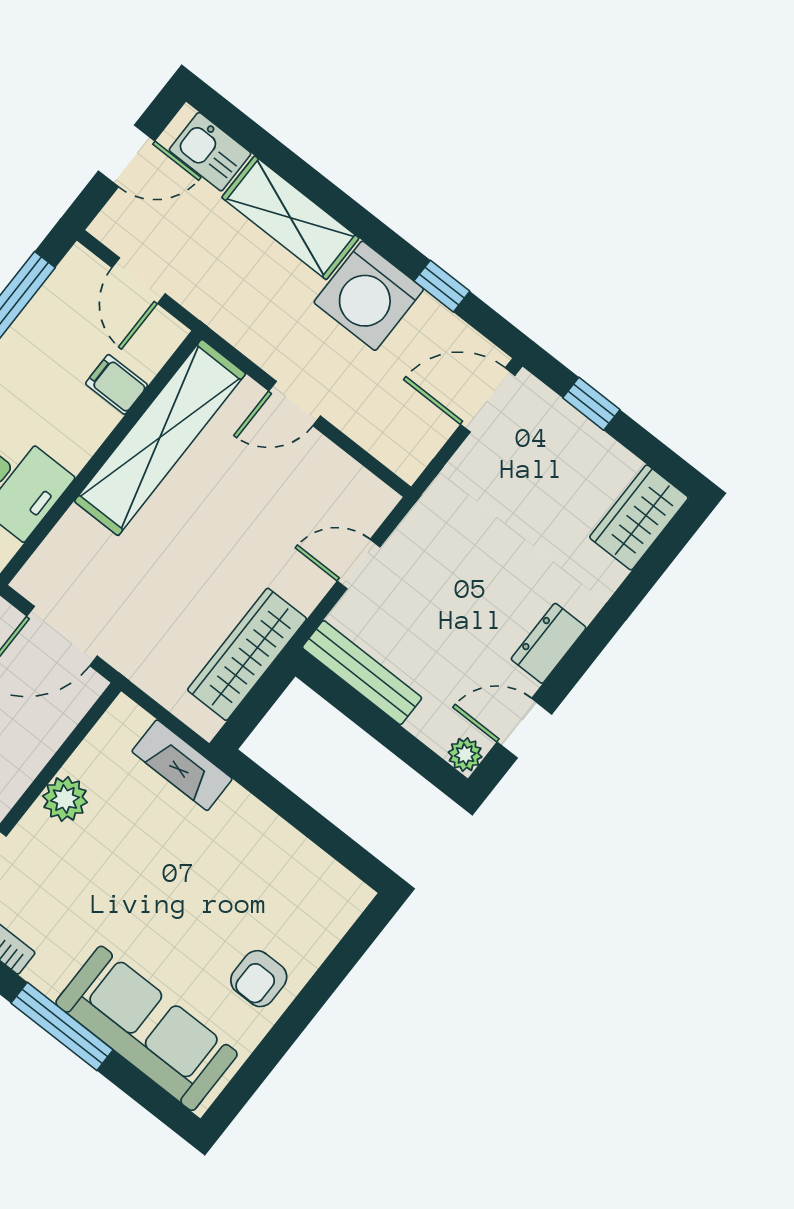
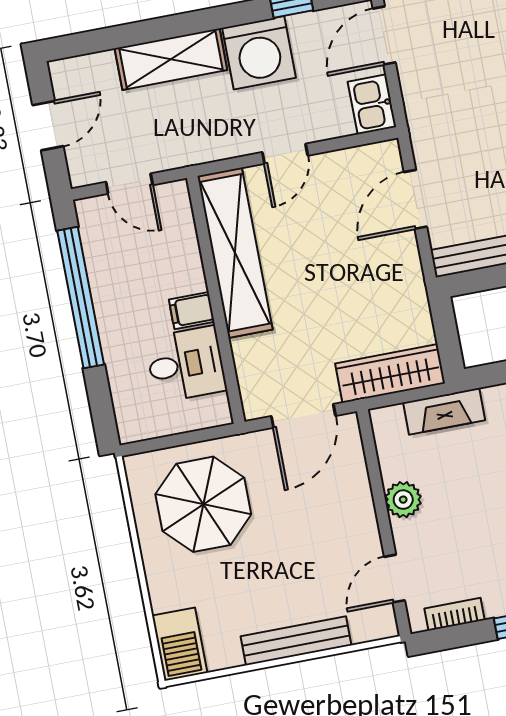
kitchen sink: (210, 152) -> (372, 104), moved, turned 90
filing cabinet: (117, 384) -> (192, 311), moved
door: (359, 564) -> (415, 199), width x1.38
wardrobe: (247, 654) -> (390, 373), moved, turned 90

